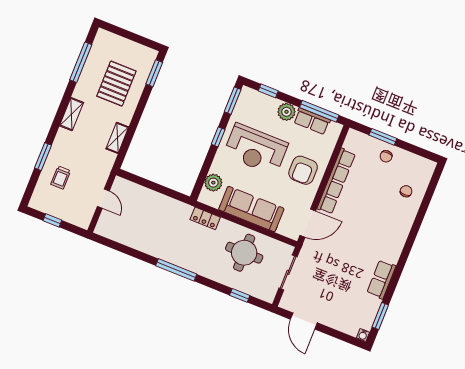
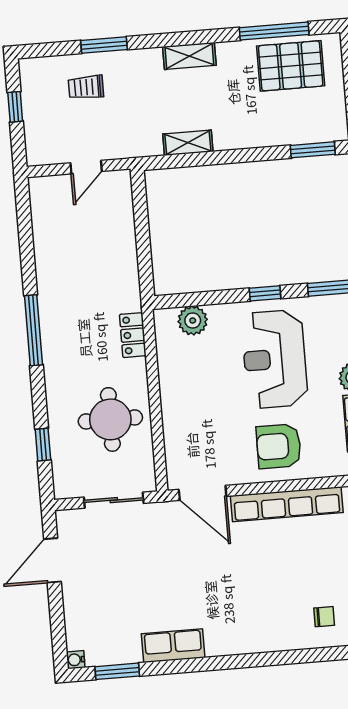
pallet: (116, 84) -> (291, 66), moved
sofa: (251, 209) -> (181, 398), removed

